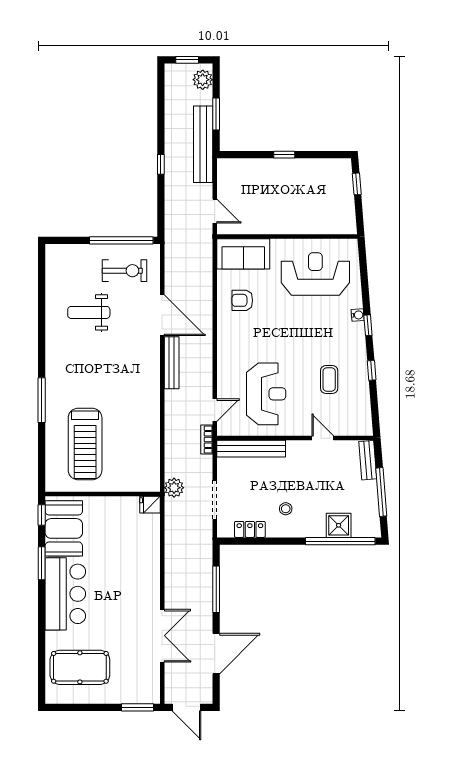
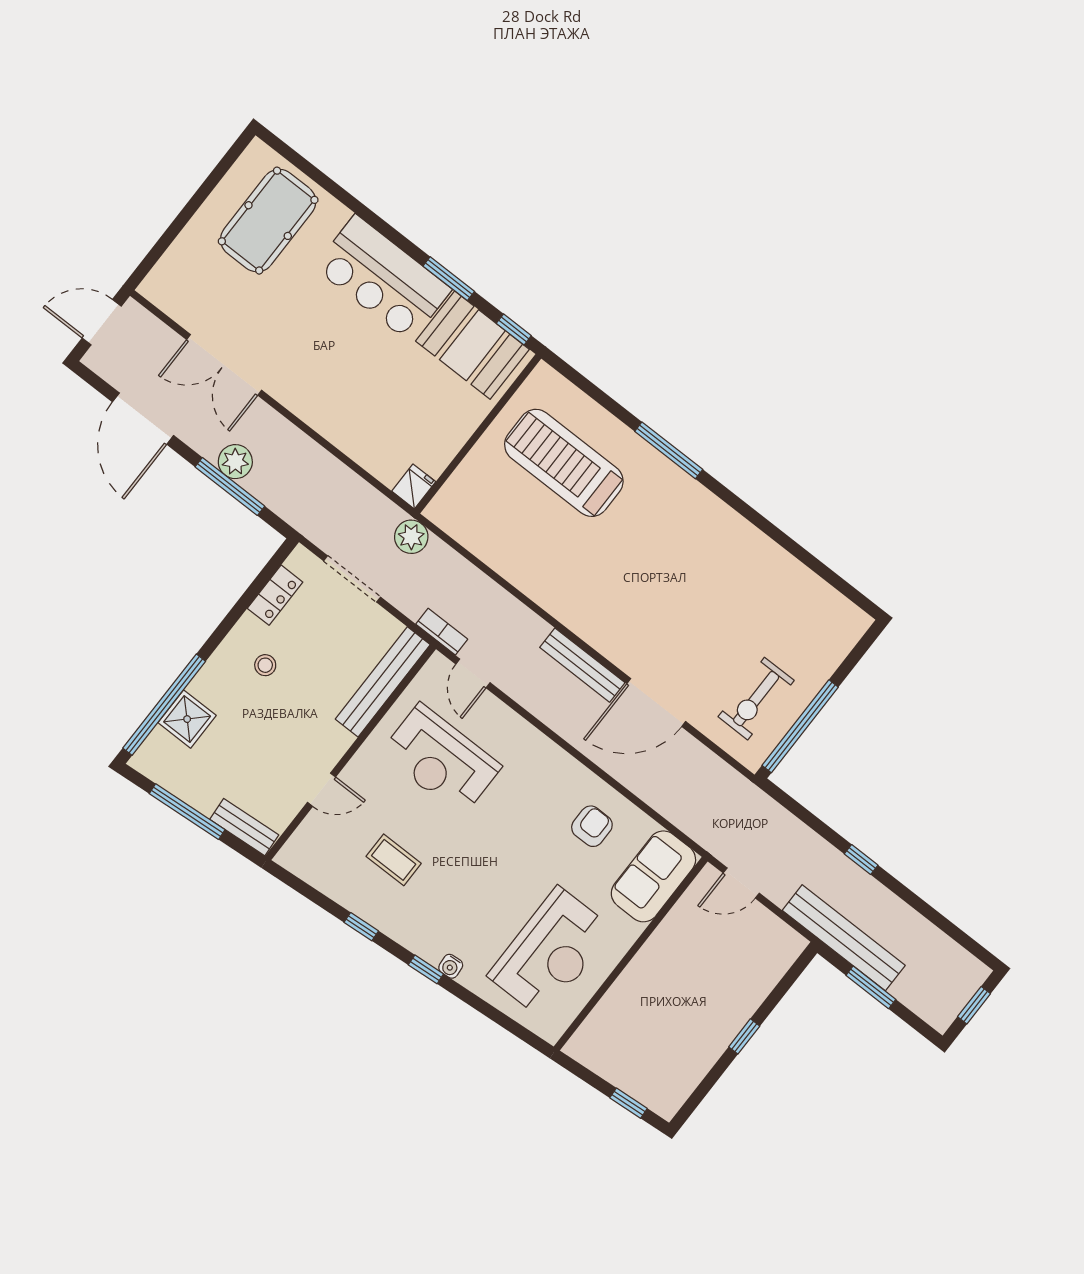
plant: (203, 80) -> (235, 462), moved
weight bench: (89, 312) -> (737, 607), removed
window: (138, 707) -> (153, 256), removed

